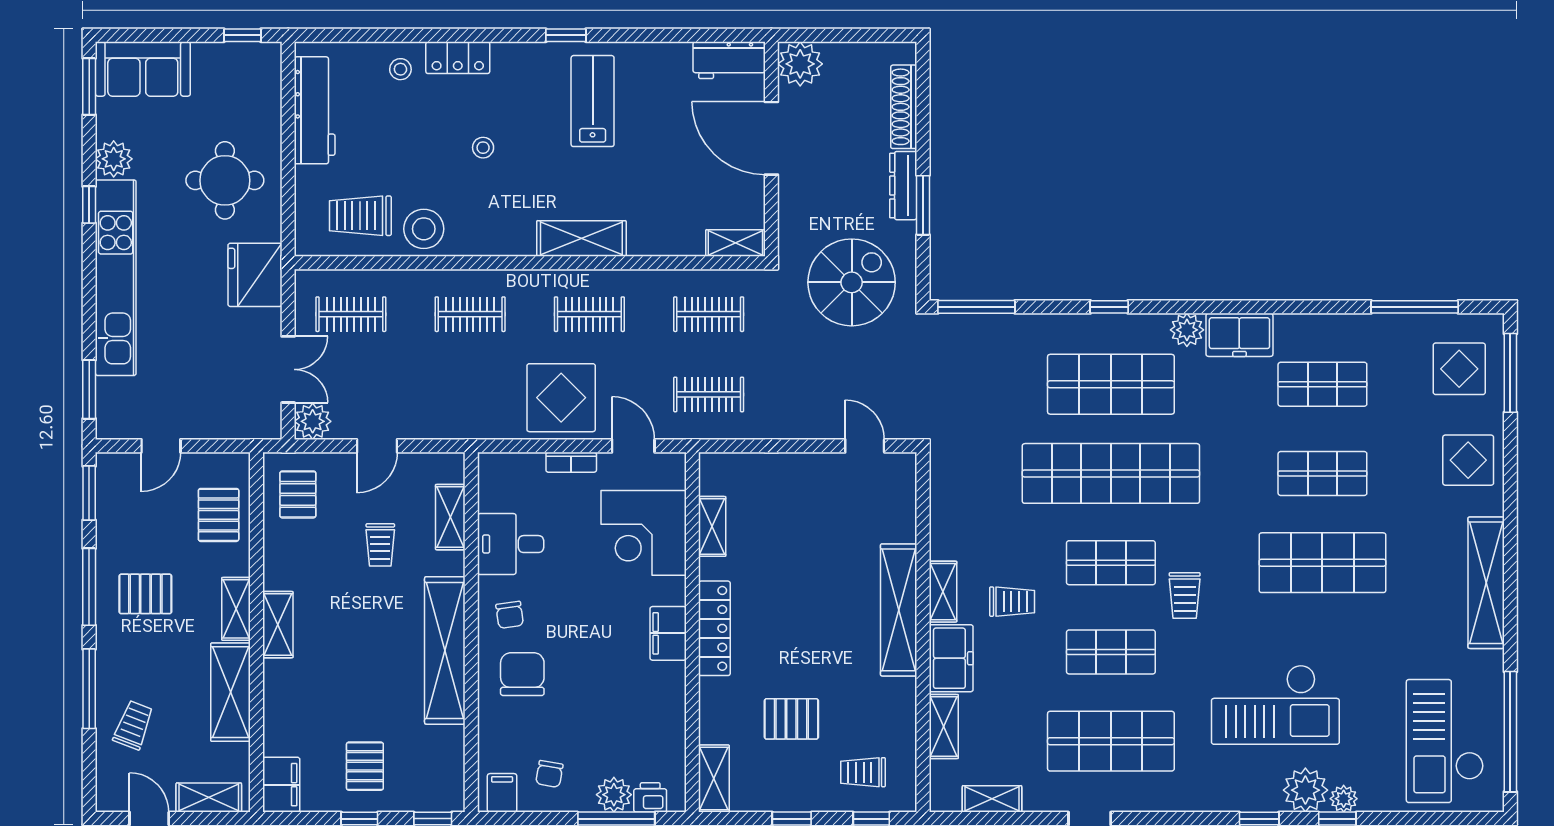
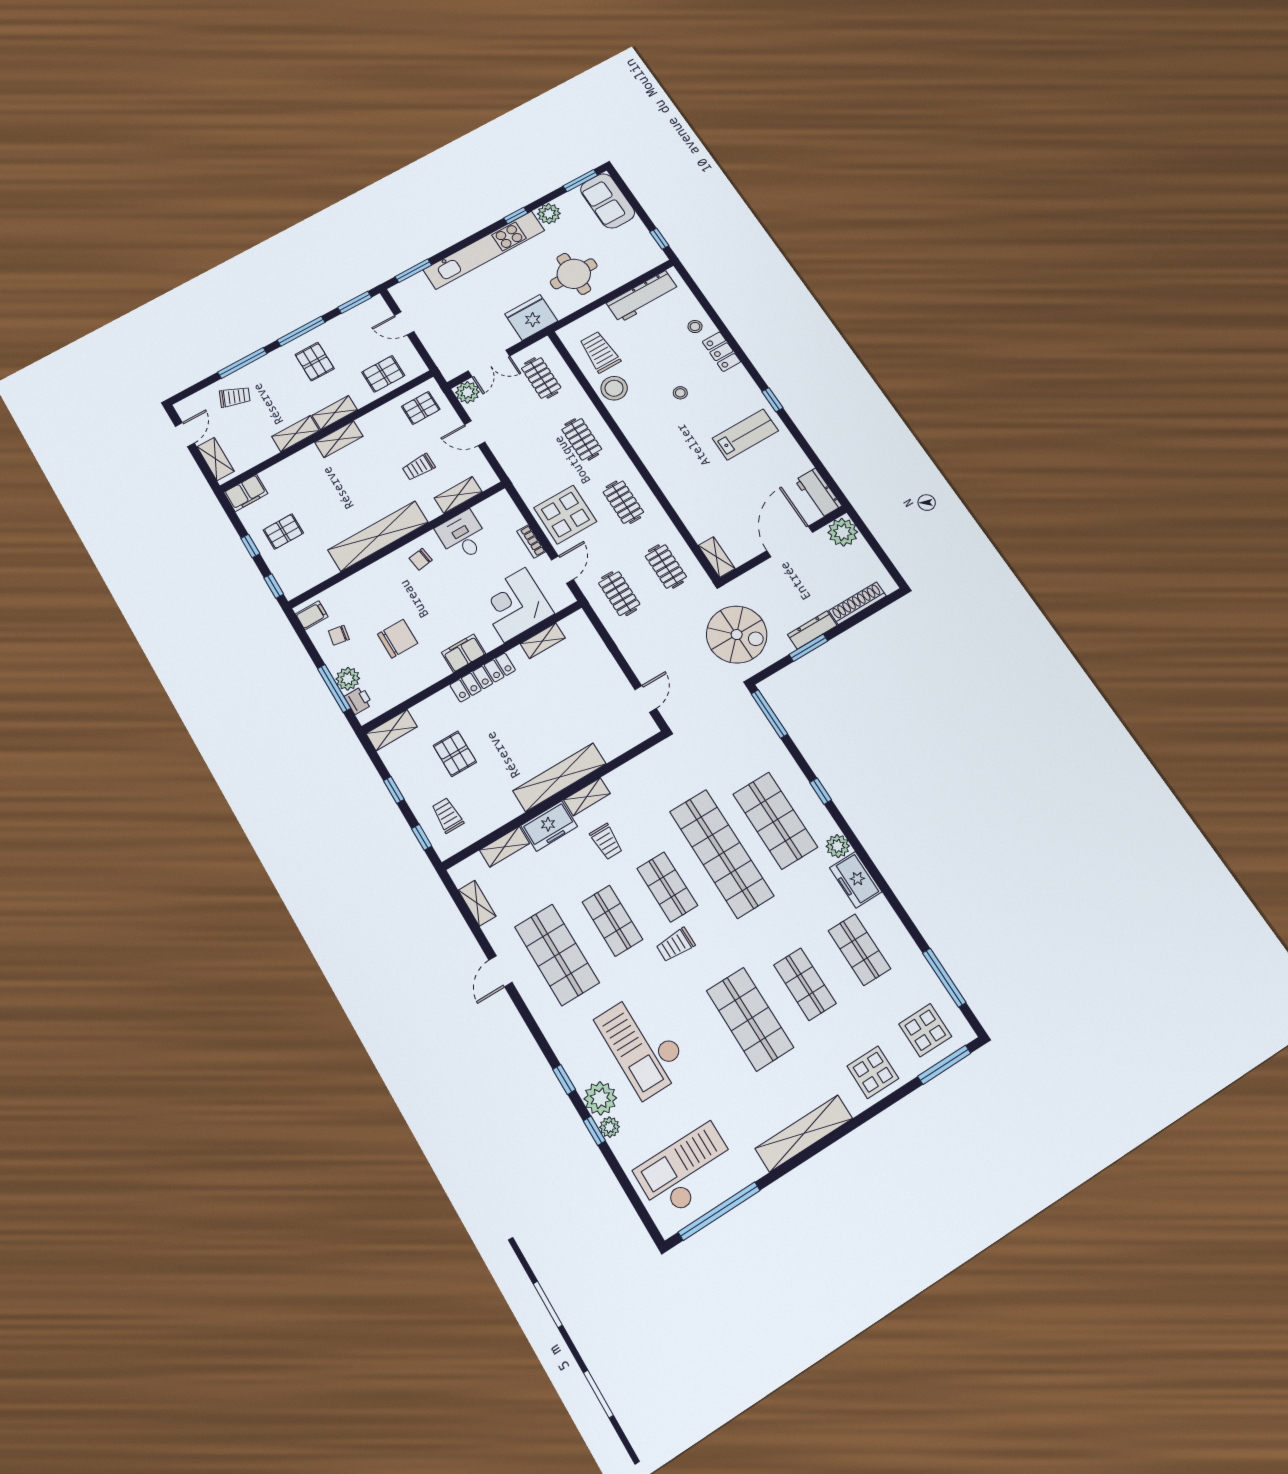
shelving: (581, 239) -> (664, 473), removed
chair: (522, 674) -> (398, 639), moved
shelving: (231, 692) -> (296, 434), width x0.67, depth x0.75

